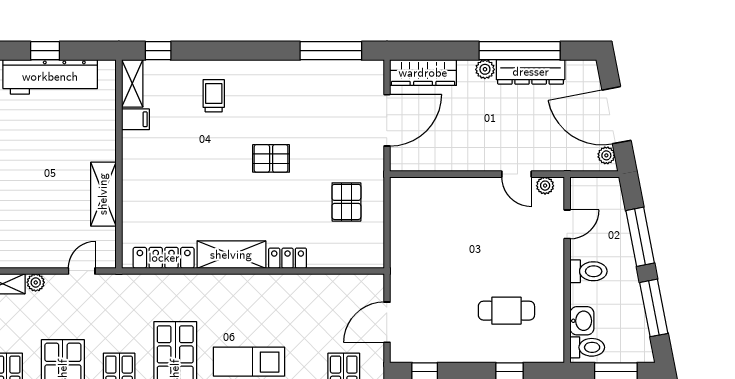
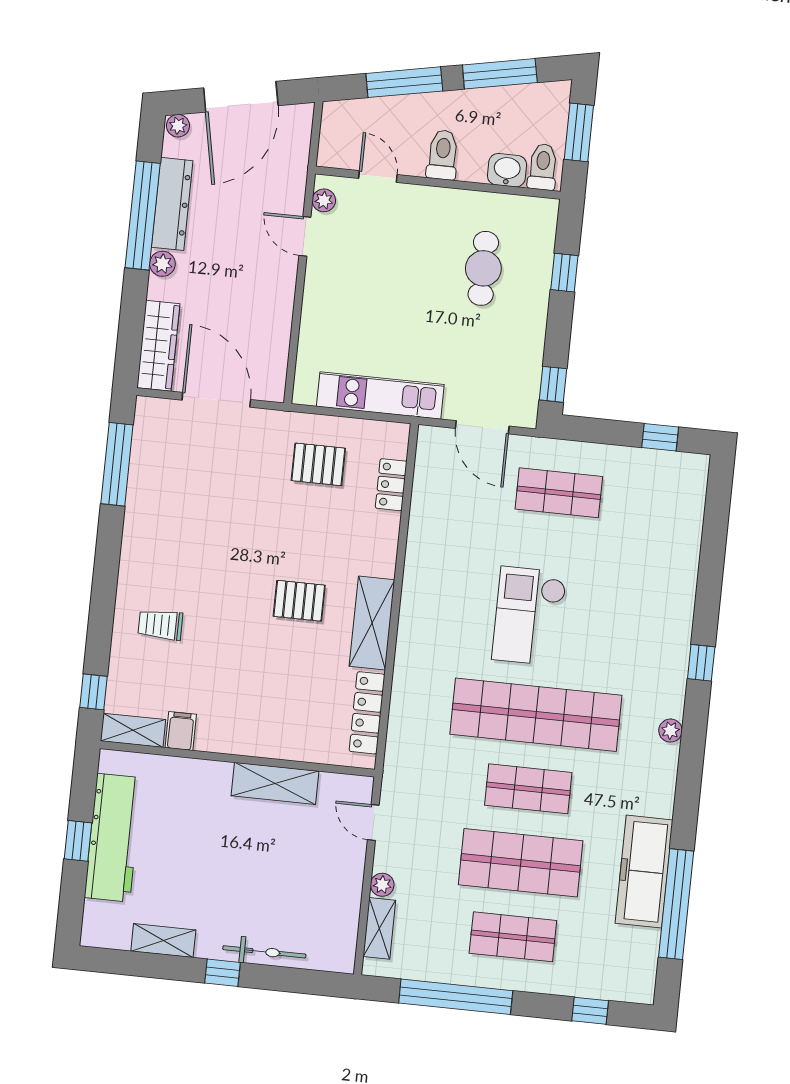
plant: (606, 155) -> (178, 126), moved
pallet: (271, 158) -> (299, 601), moved, turned 90
door: (517, 174) -> (305, 236), swing flipped
kitchen unit: (403, 243) -> (380, 395), added
locker: (288, 258) -> (391, 485), moved

